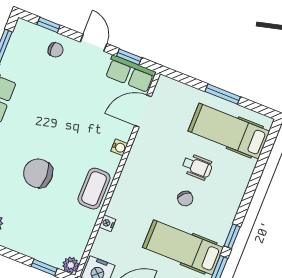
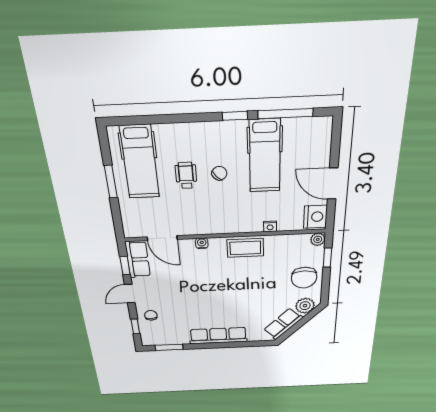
chair: (38, 173) -> (304, 278), moved

